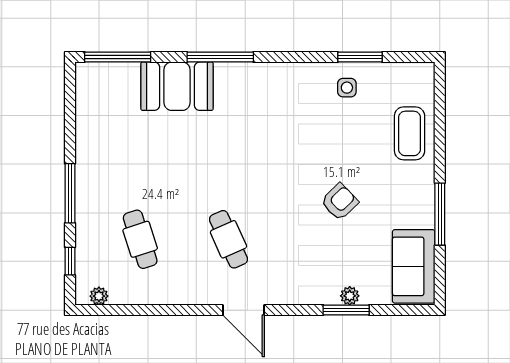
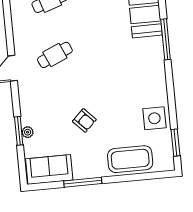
window: (360, 57) -> (176, 143), moved
side table: (347, 88) -> (154, 118), width x1.87, depth x1.87
coffee table: (410, 133) -> (130, 159), width x1.36, depth x1.32

